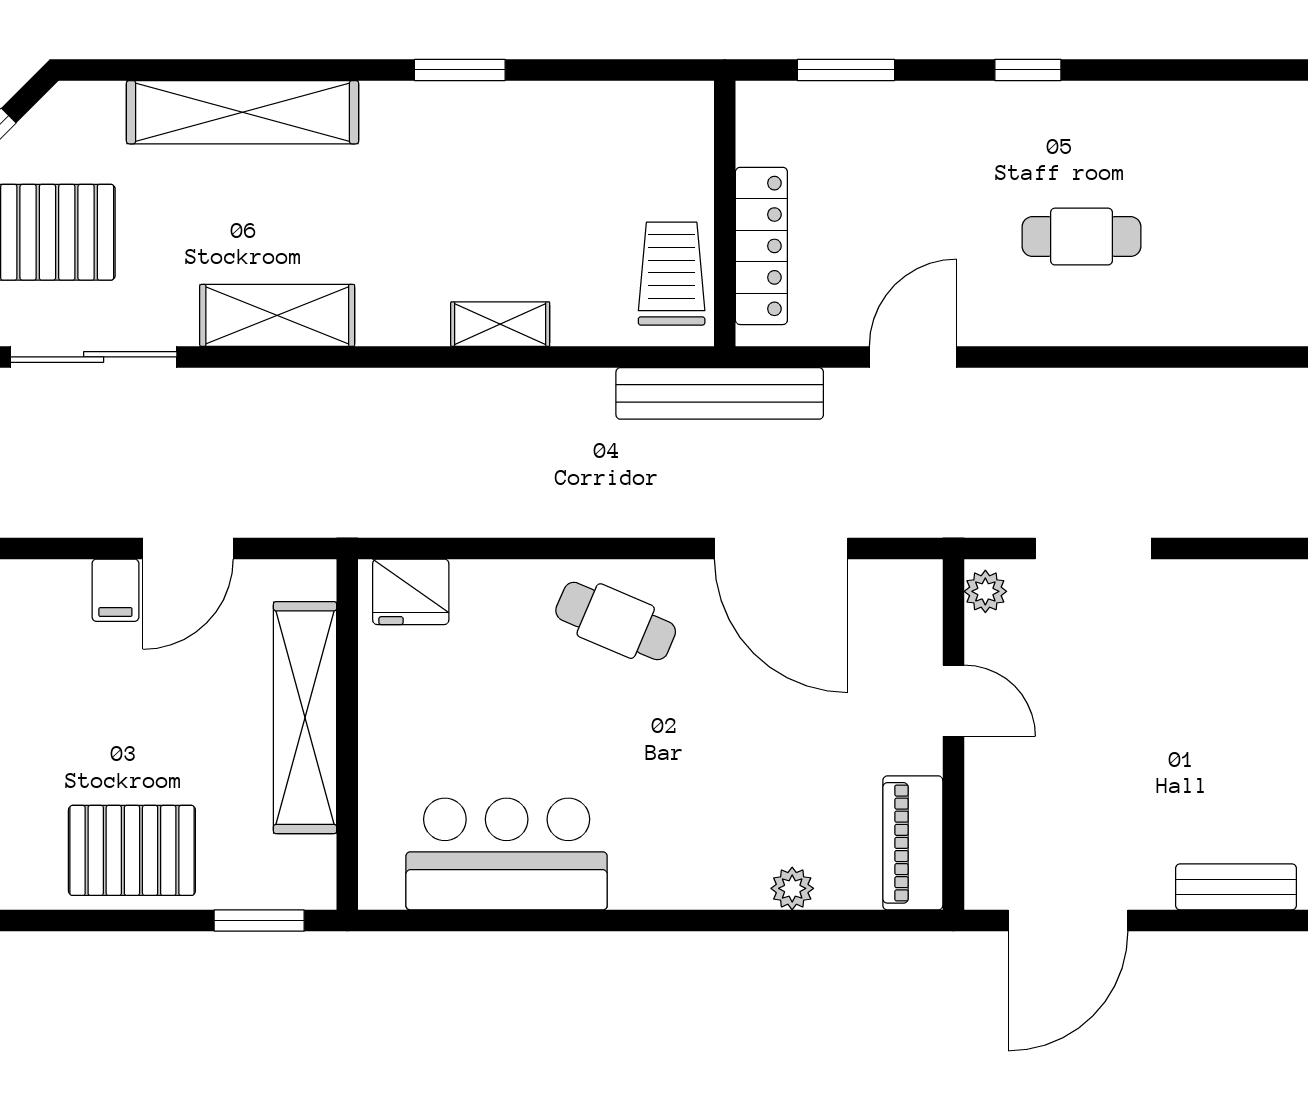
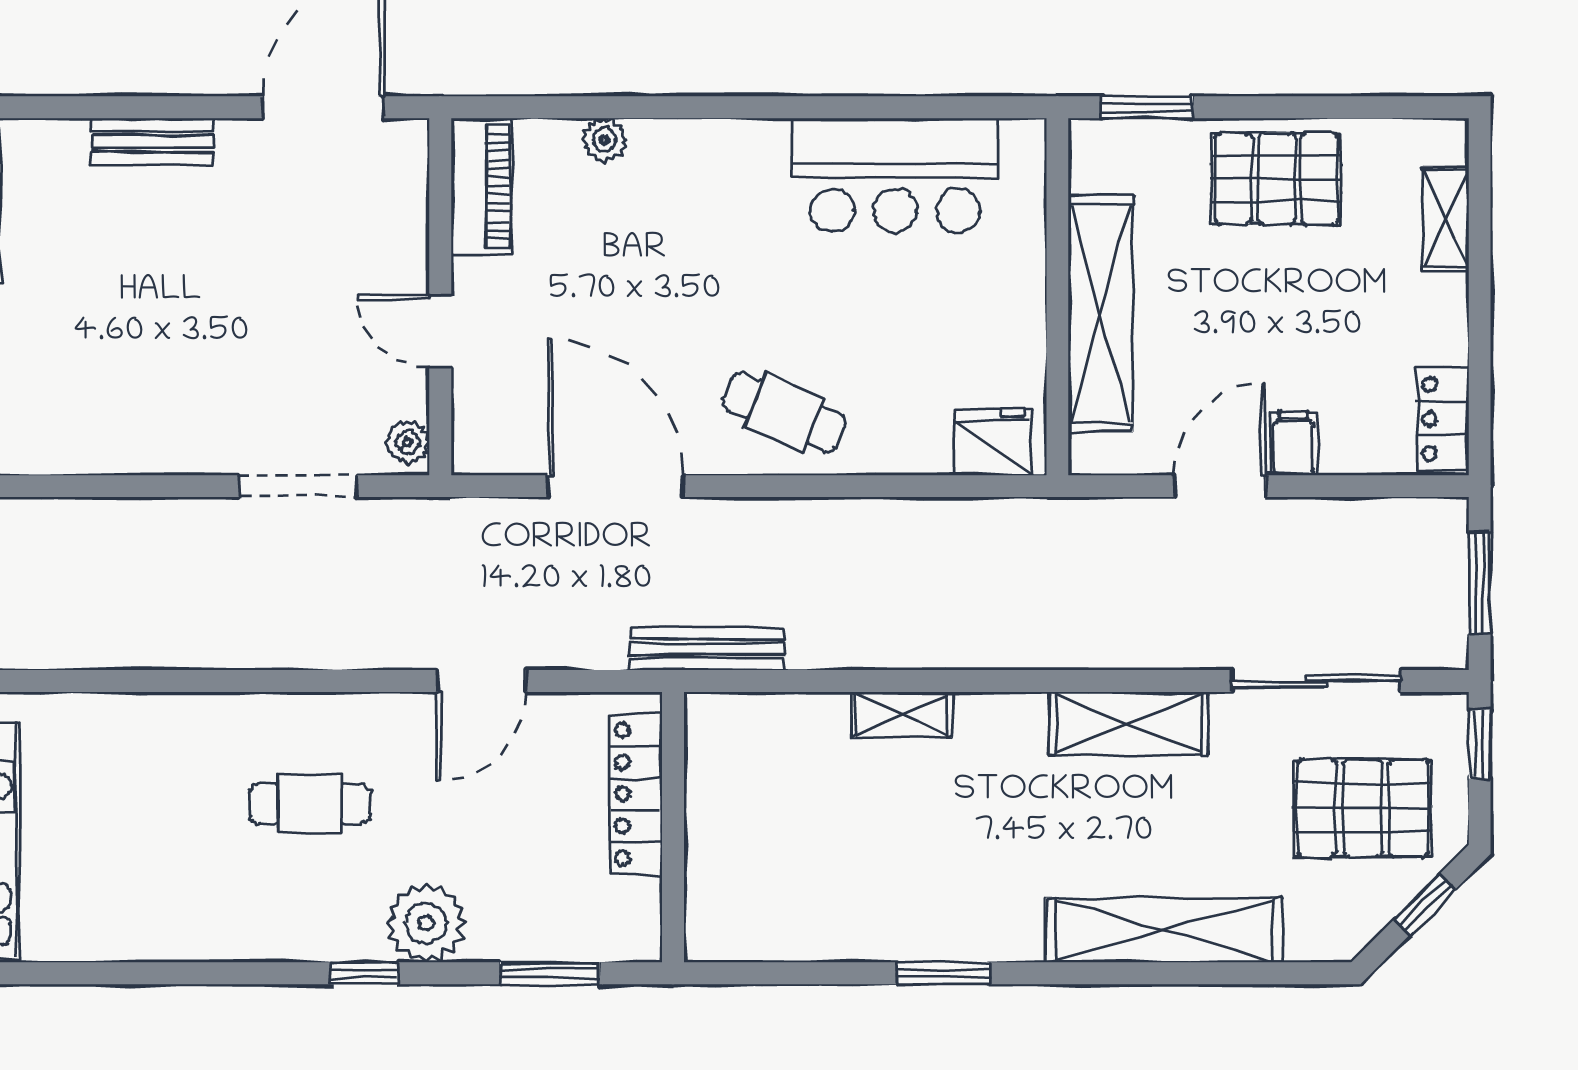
plant: (968, 119) -> (426, 923), added
trolley: (672, 274) -> (727, 766), removed
bench: (720, 393) -> (707, 649), width x0.73, depth x0.82

